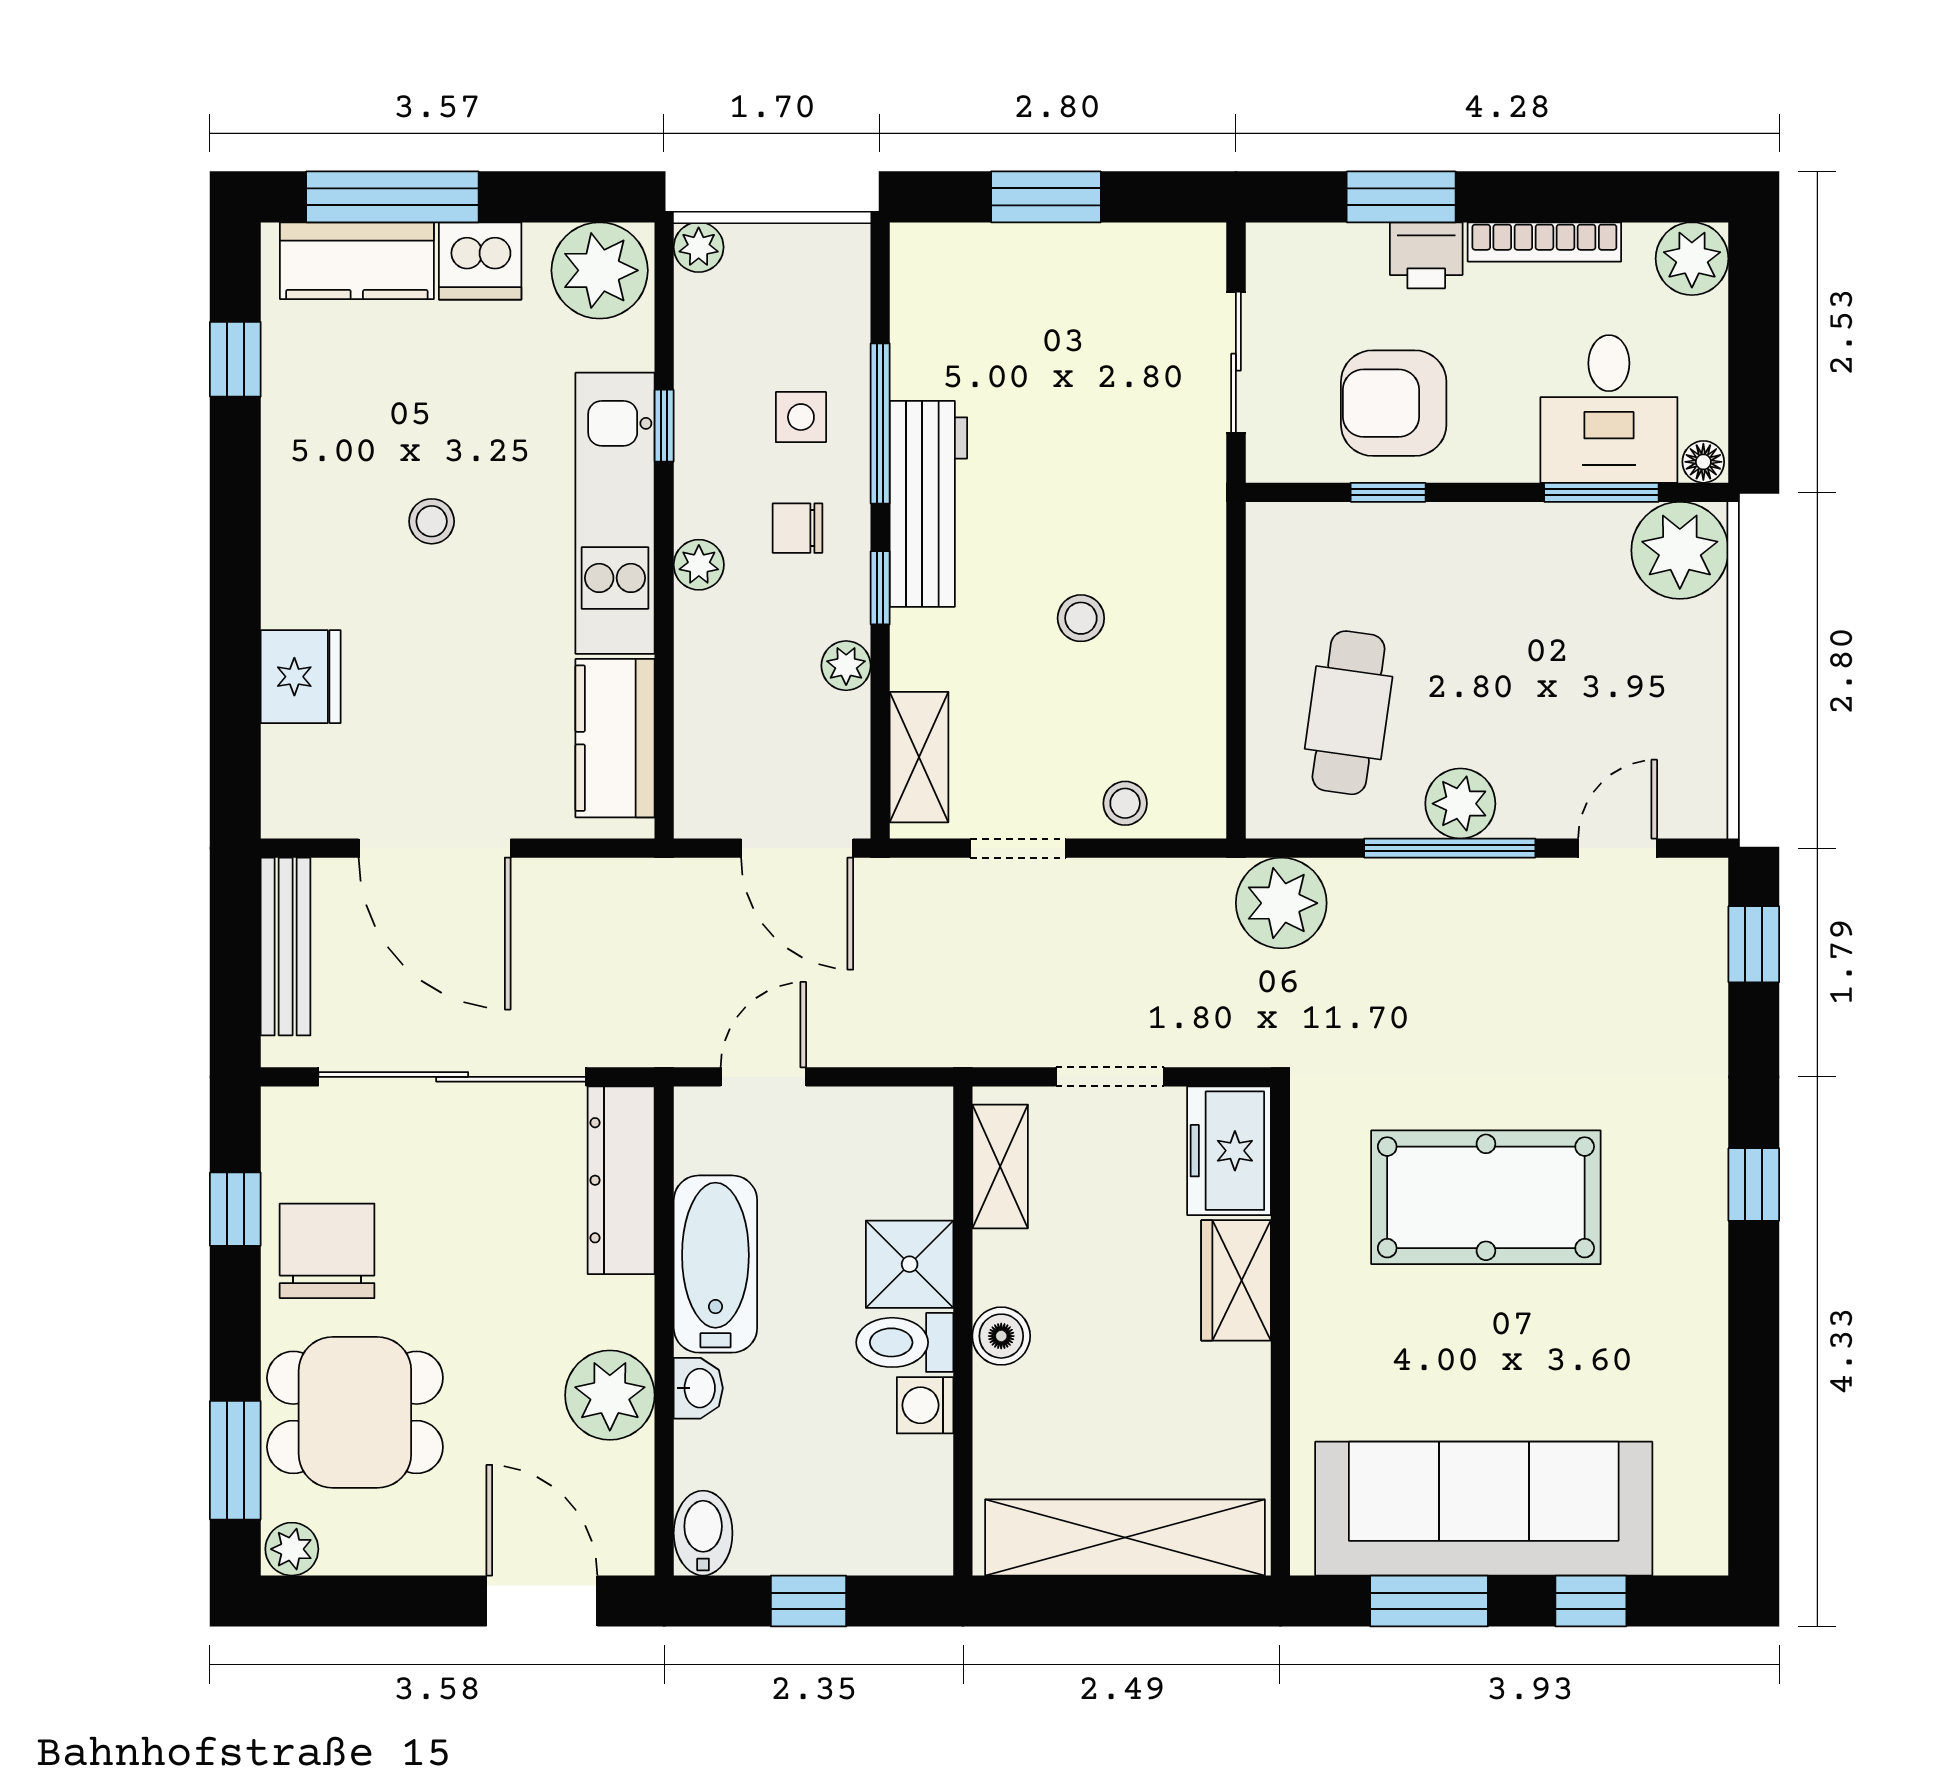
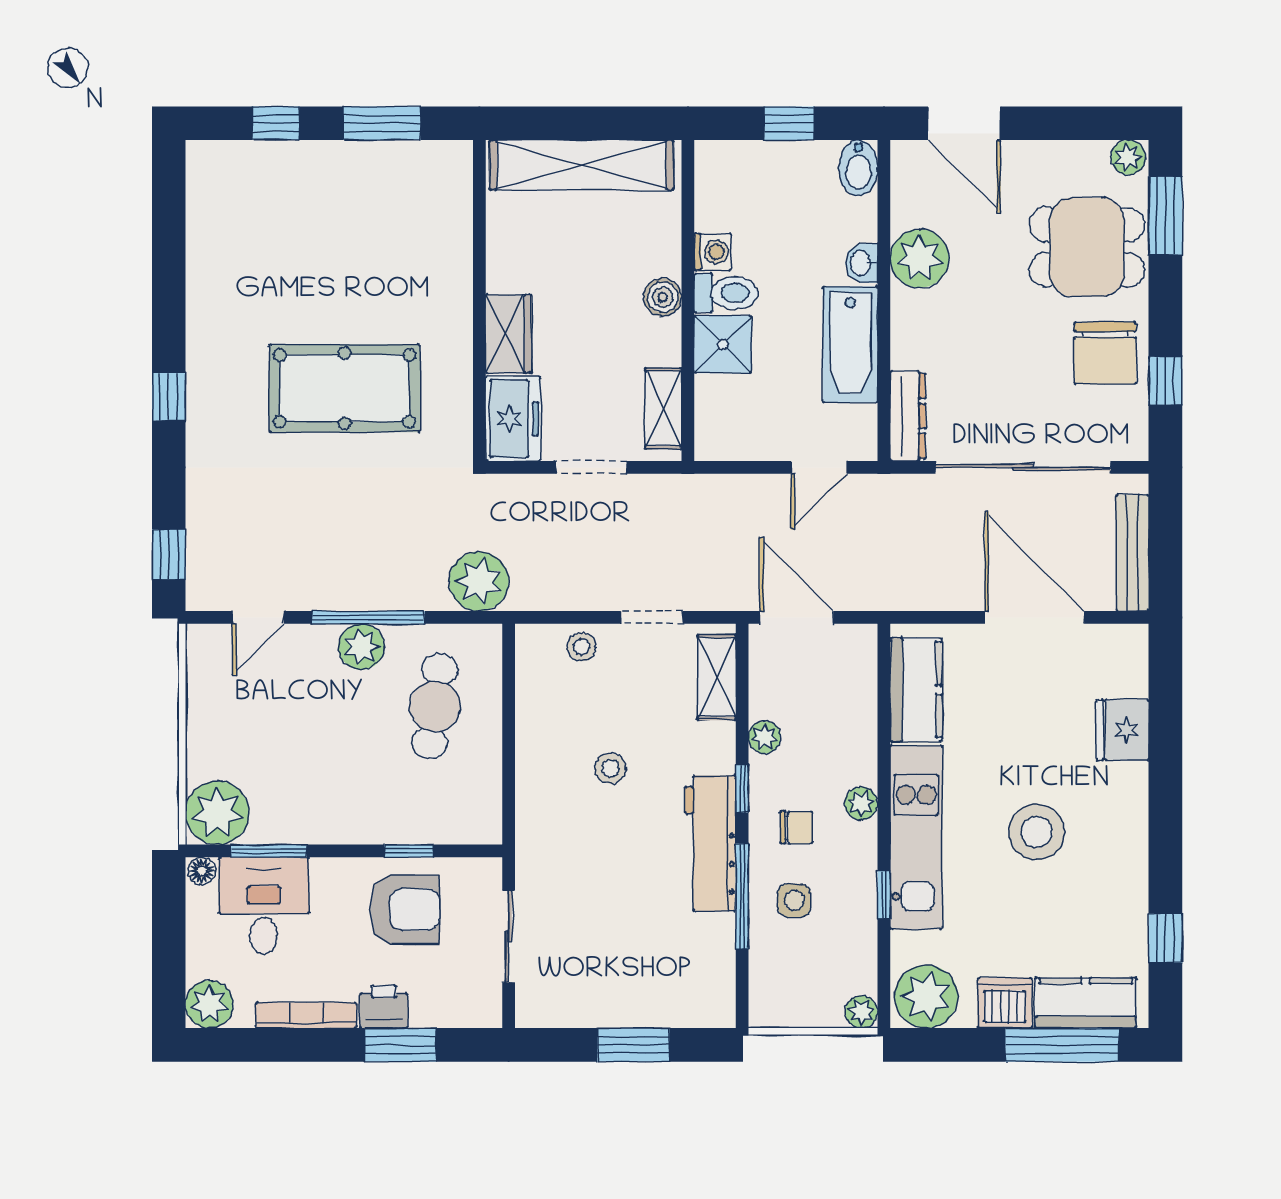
stool: (432, 521) -> (1037, 832), width x1.89, depth x1.89
dresser: (621, 1180) -> (908, 416), width x0.73, depth x0.80
sofa: (1484, 1509) -> (346, 184), removed

